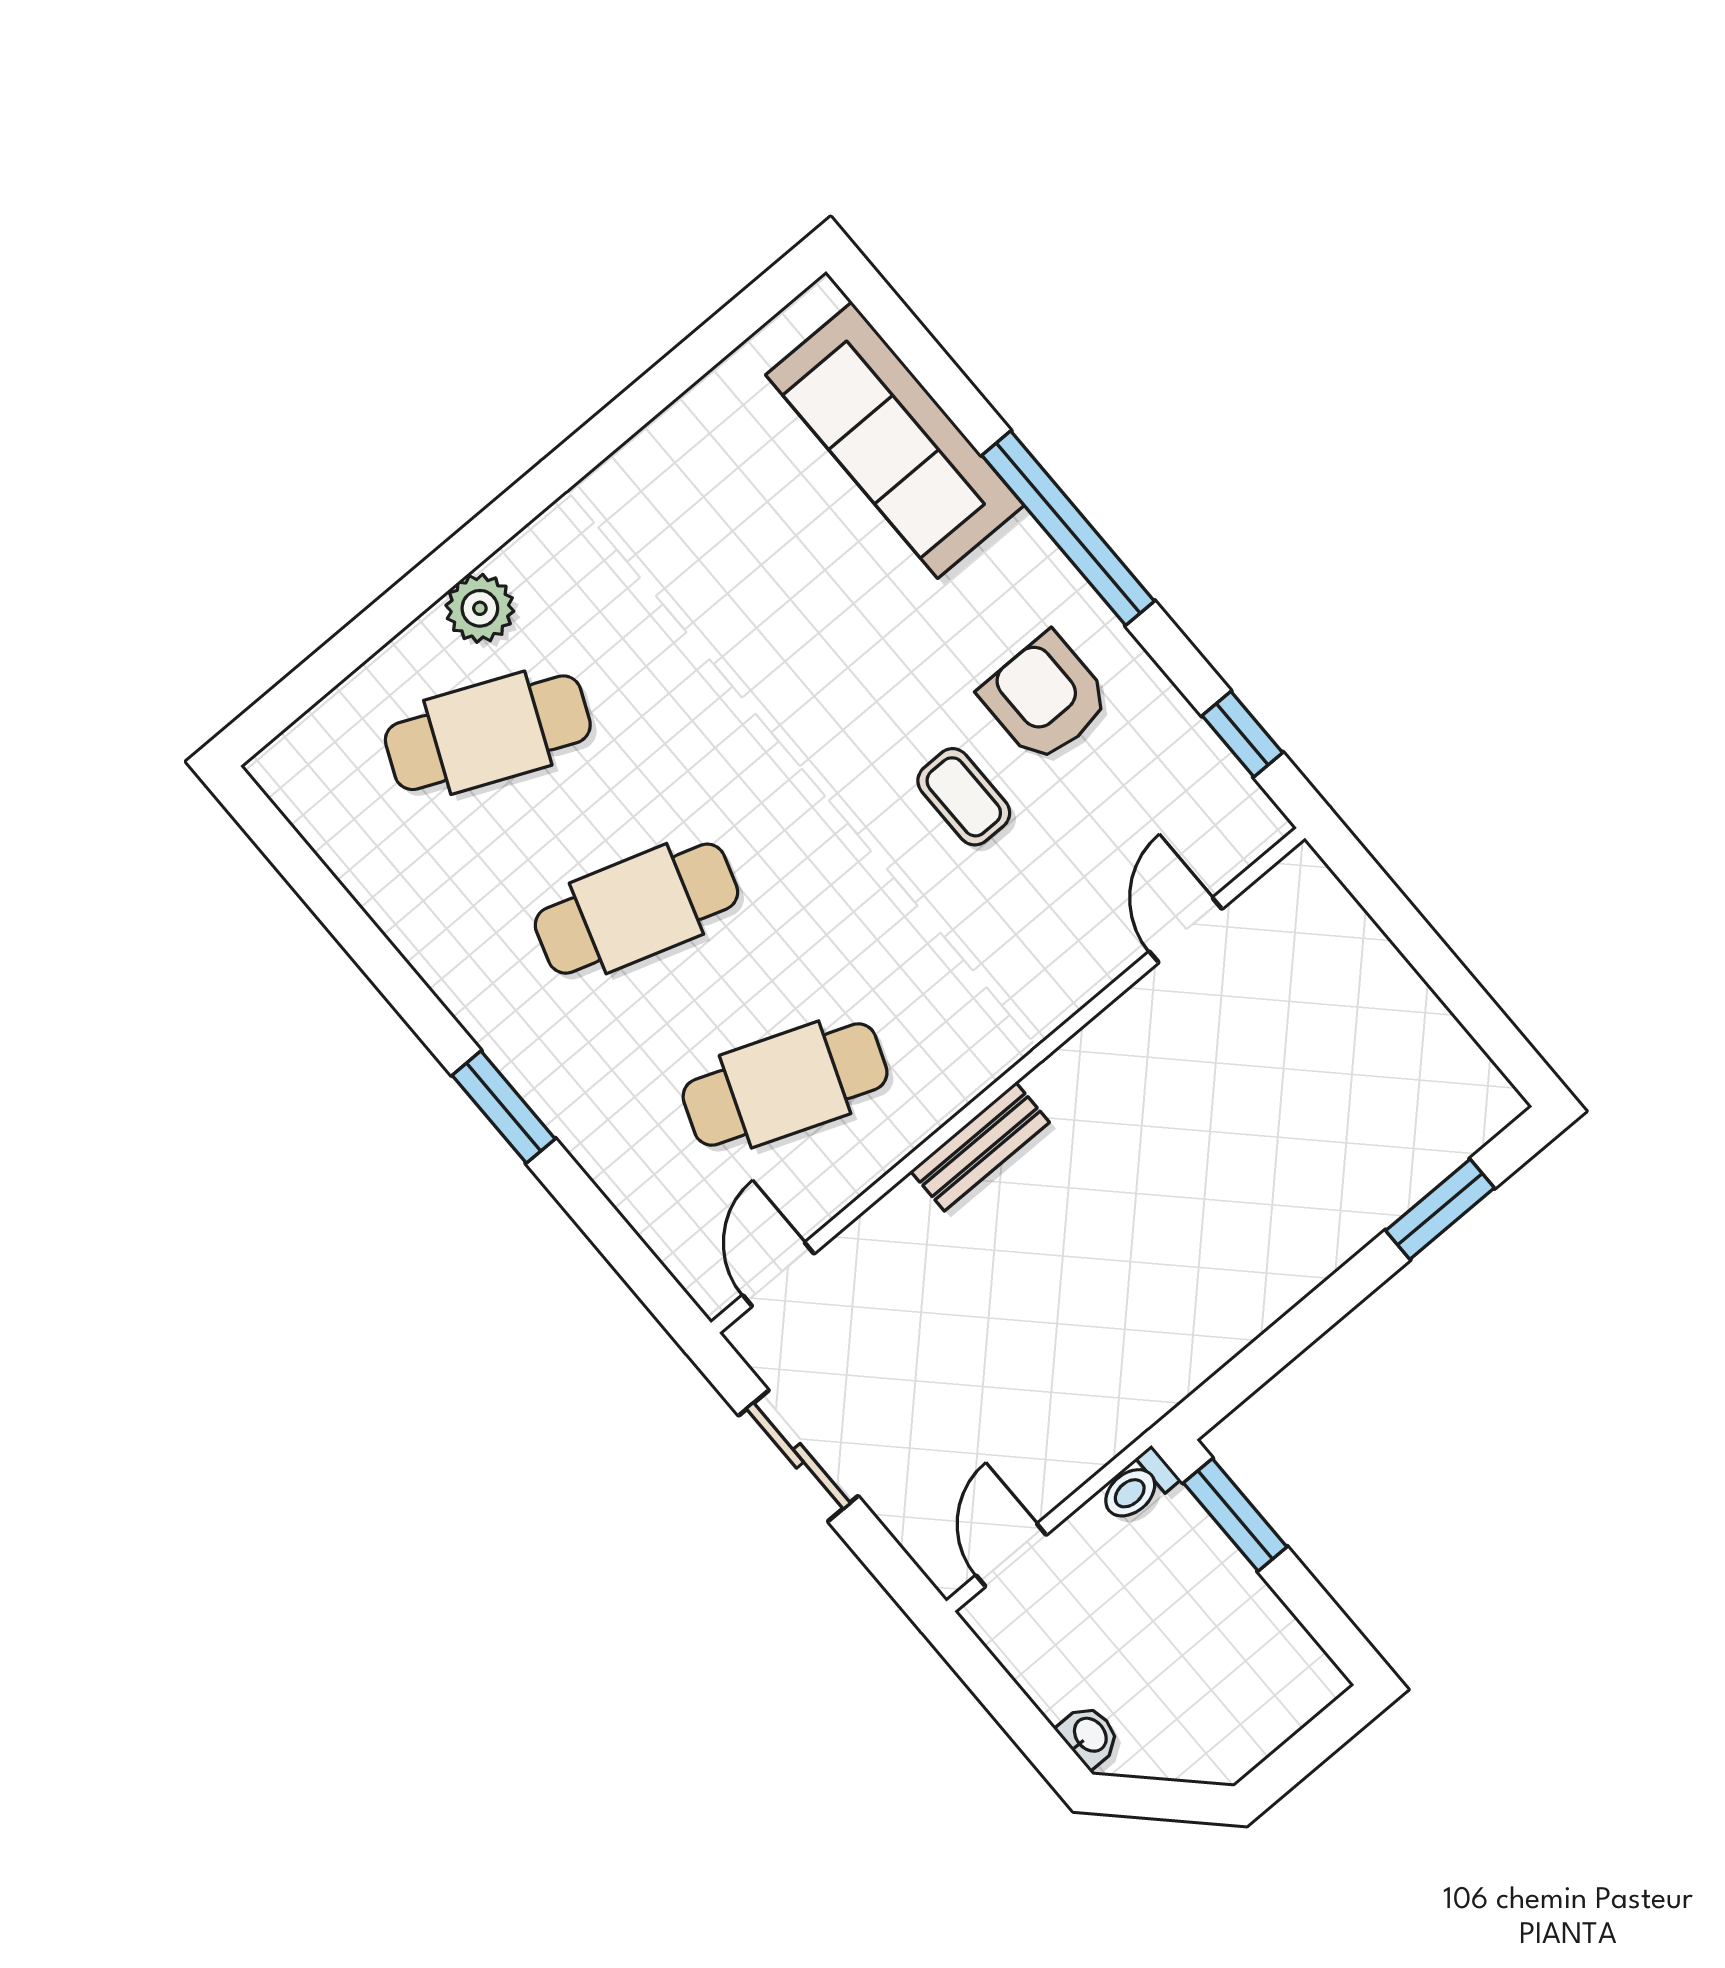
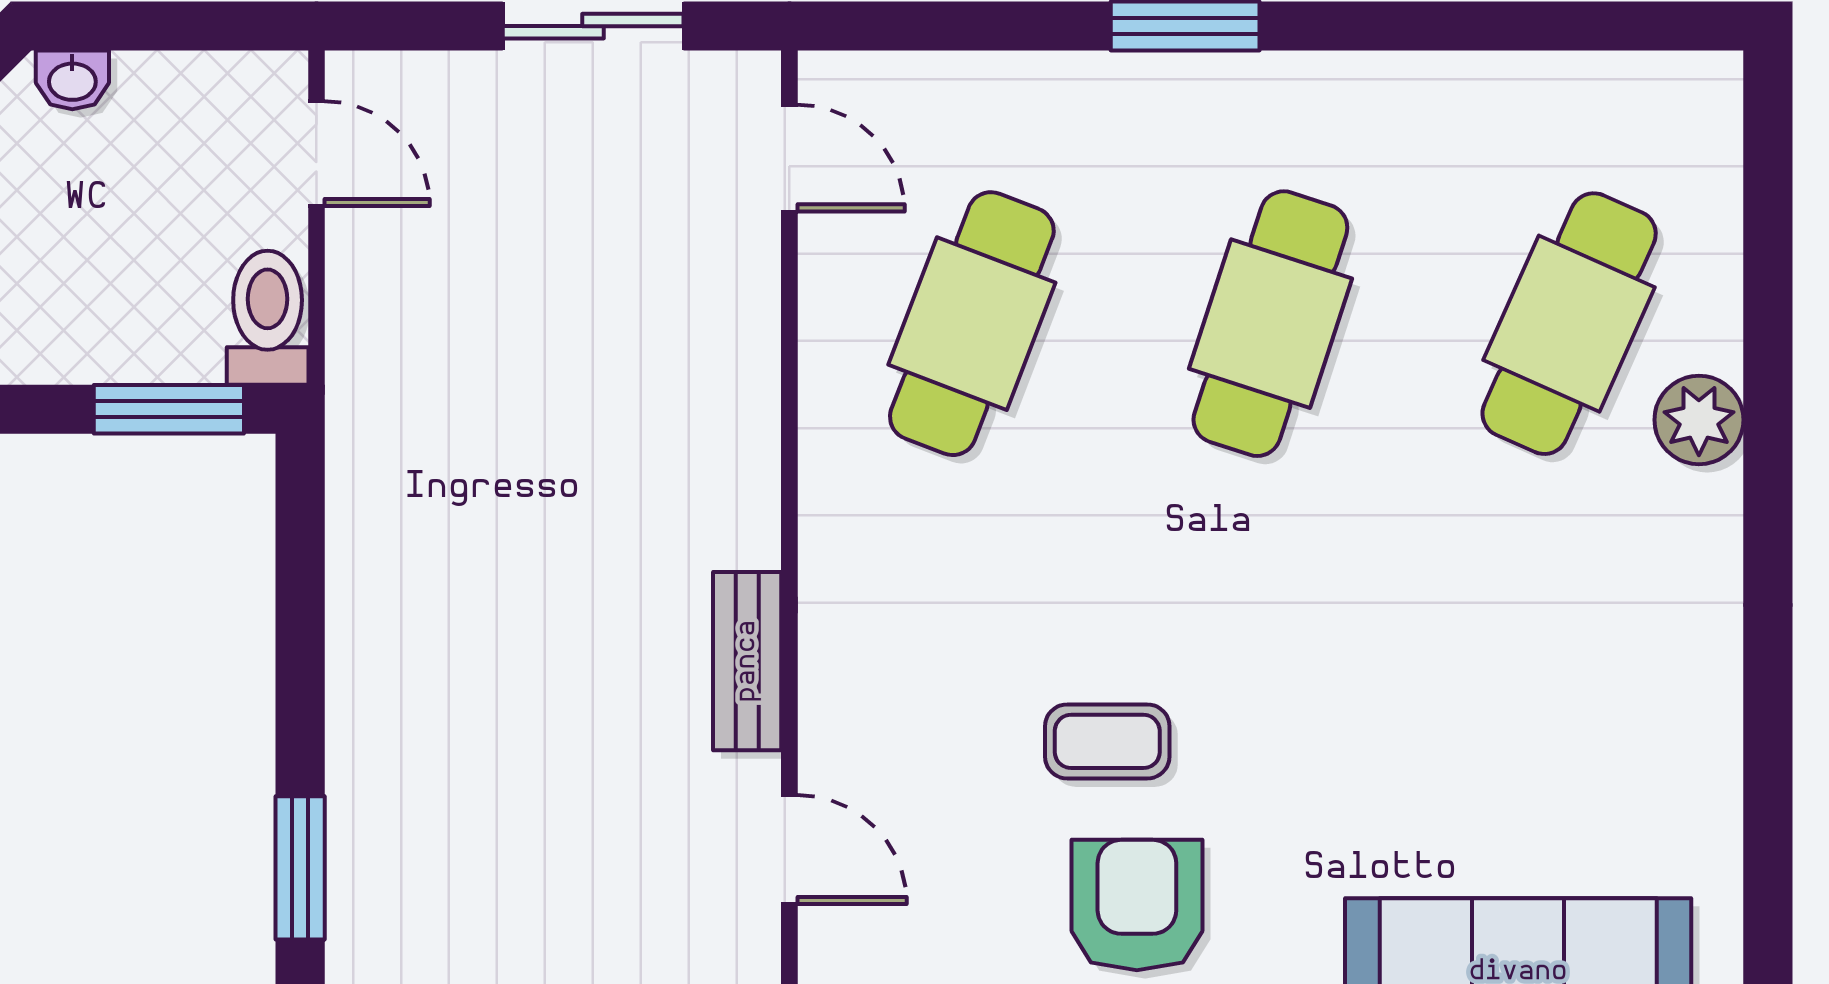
armchair: (1045, 698) -> (1137, 905), turned -90
bench: (980, 1147) -> (747, 661), moved
toilet: (1138, 1487) -> (268, 318), width x1.37, depth x1.39

